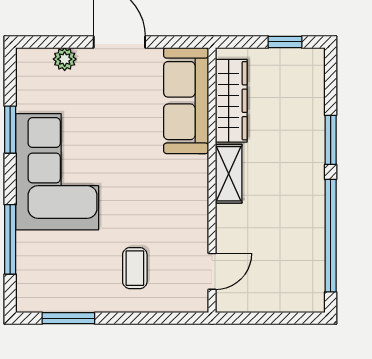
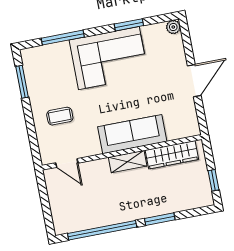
plant: (65, 59) -> (173, 27), moved
sofa: (186, 101) -> (132, 134), moved

